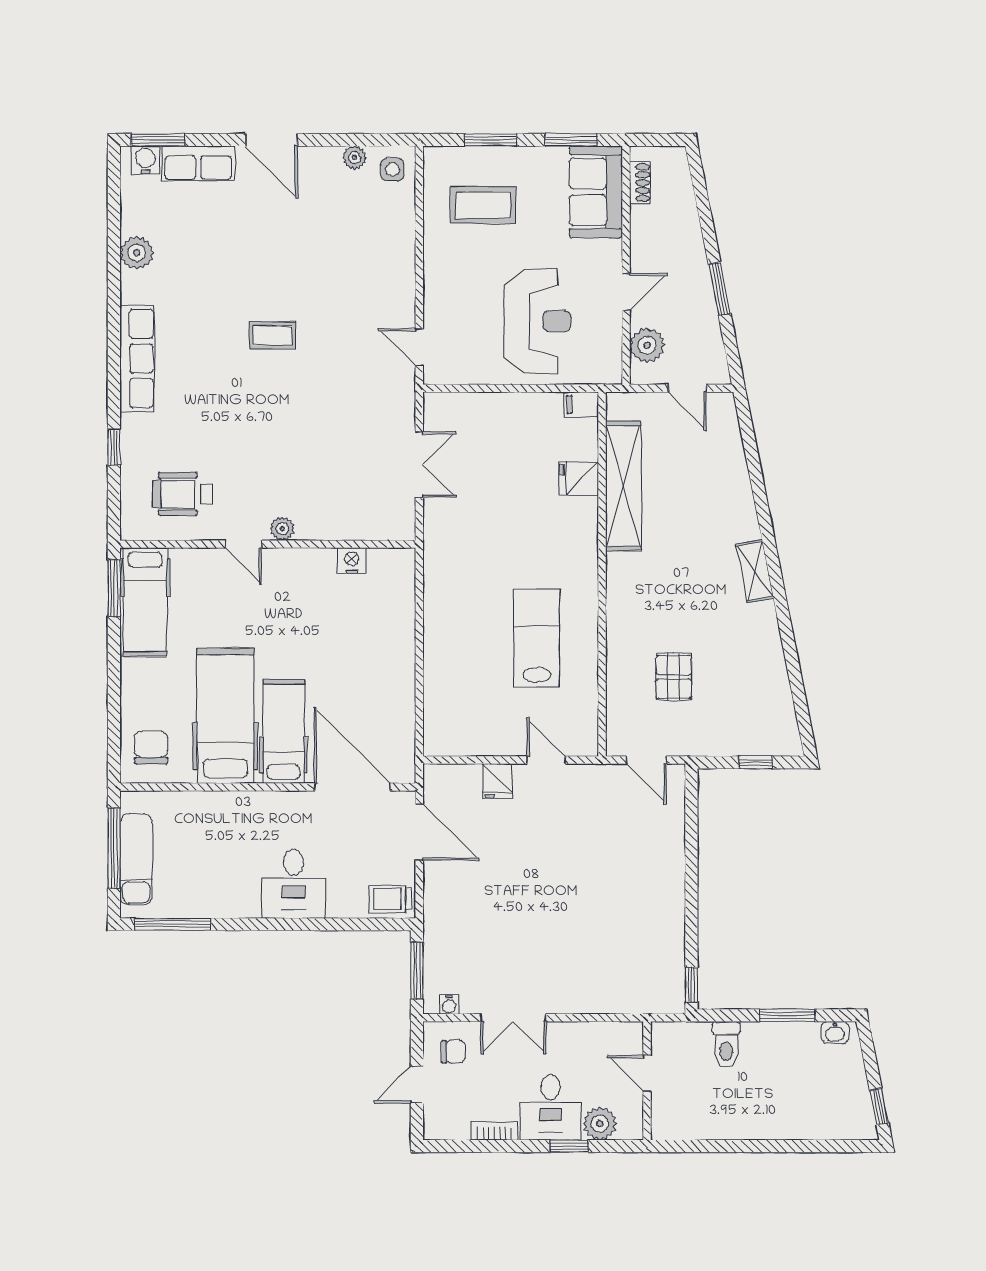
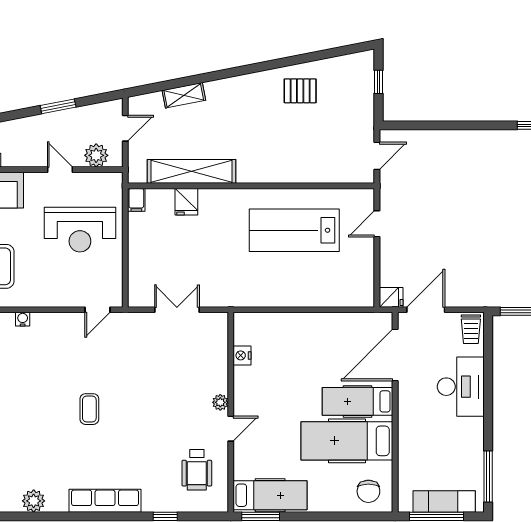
water cooler: (405, 237) -> (23, 319), added
reception desk: (537, 321) -> (80, 230), turned 180
shelving: (755, 571) -> (184, 95), moved
lab bench: (537, 638) -> (294, 230), width x1.36, depth x1.39
pallet: (674, 677) -> (300, 91), moved
chair: (151, 747) -> (368, 491), turned -90
fridge: (497, 781) -> (391, 297), moved
desk: (294, 884) -> (461, 387), width x1.37

